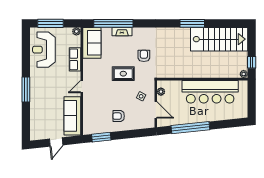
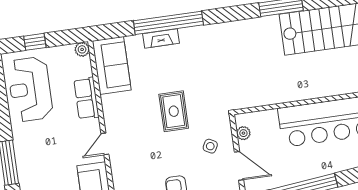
window: (50, 23) -> (35, 42), width x0.46
window: (113, 23) -> (168, 23), moved
armchair: (144, 56) -> (205, 75), removed
rug: (123, 74) -> (174, 111), turned 90

